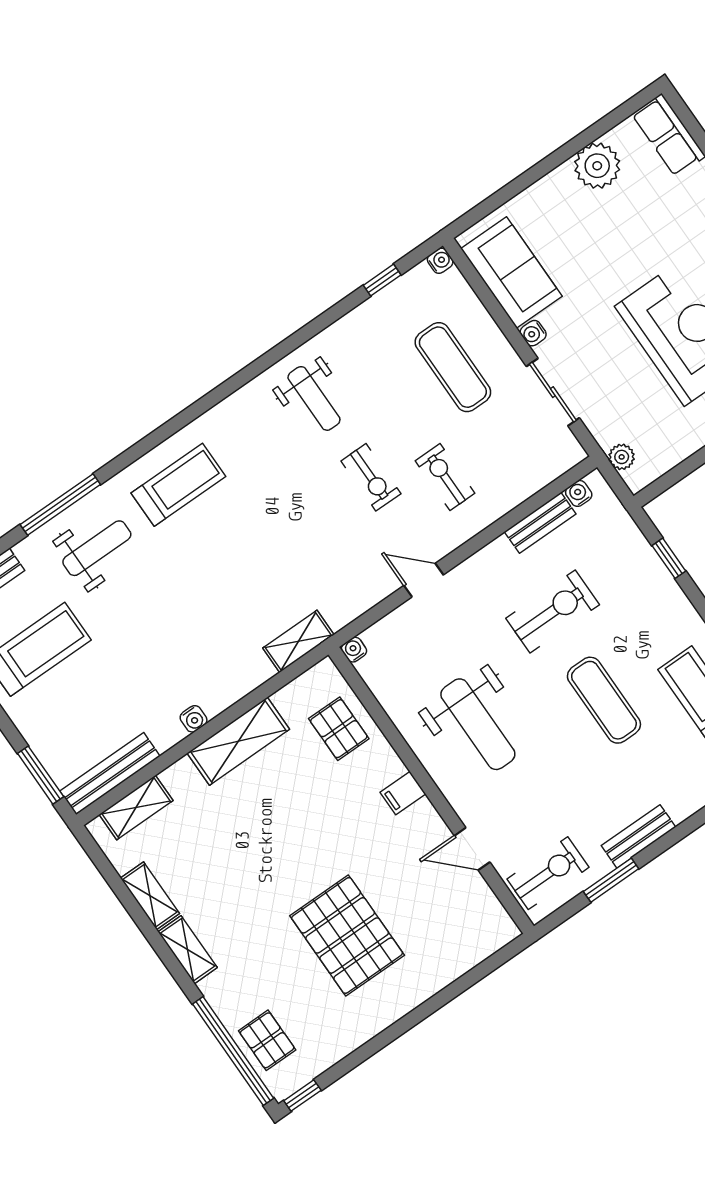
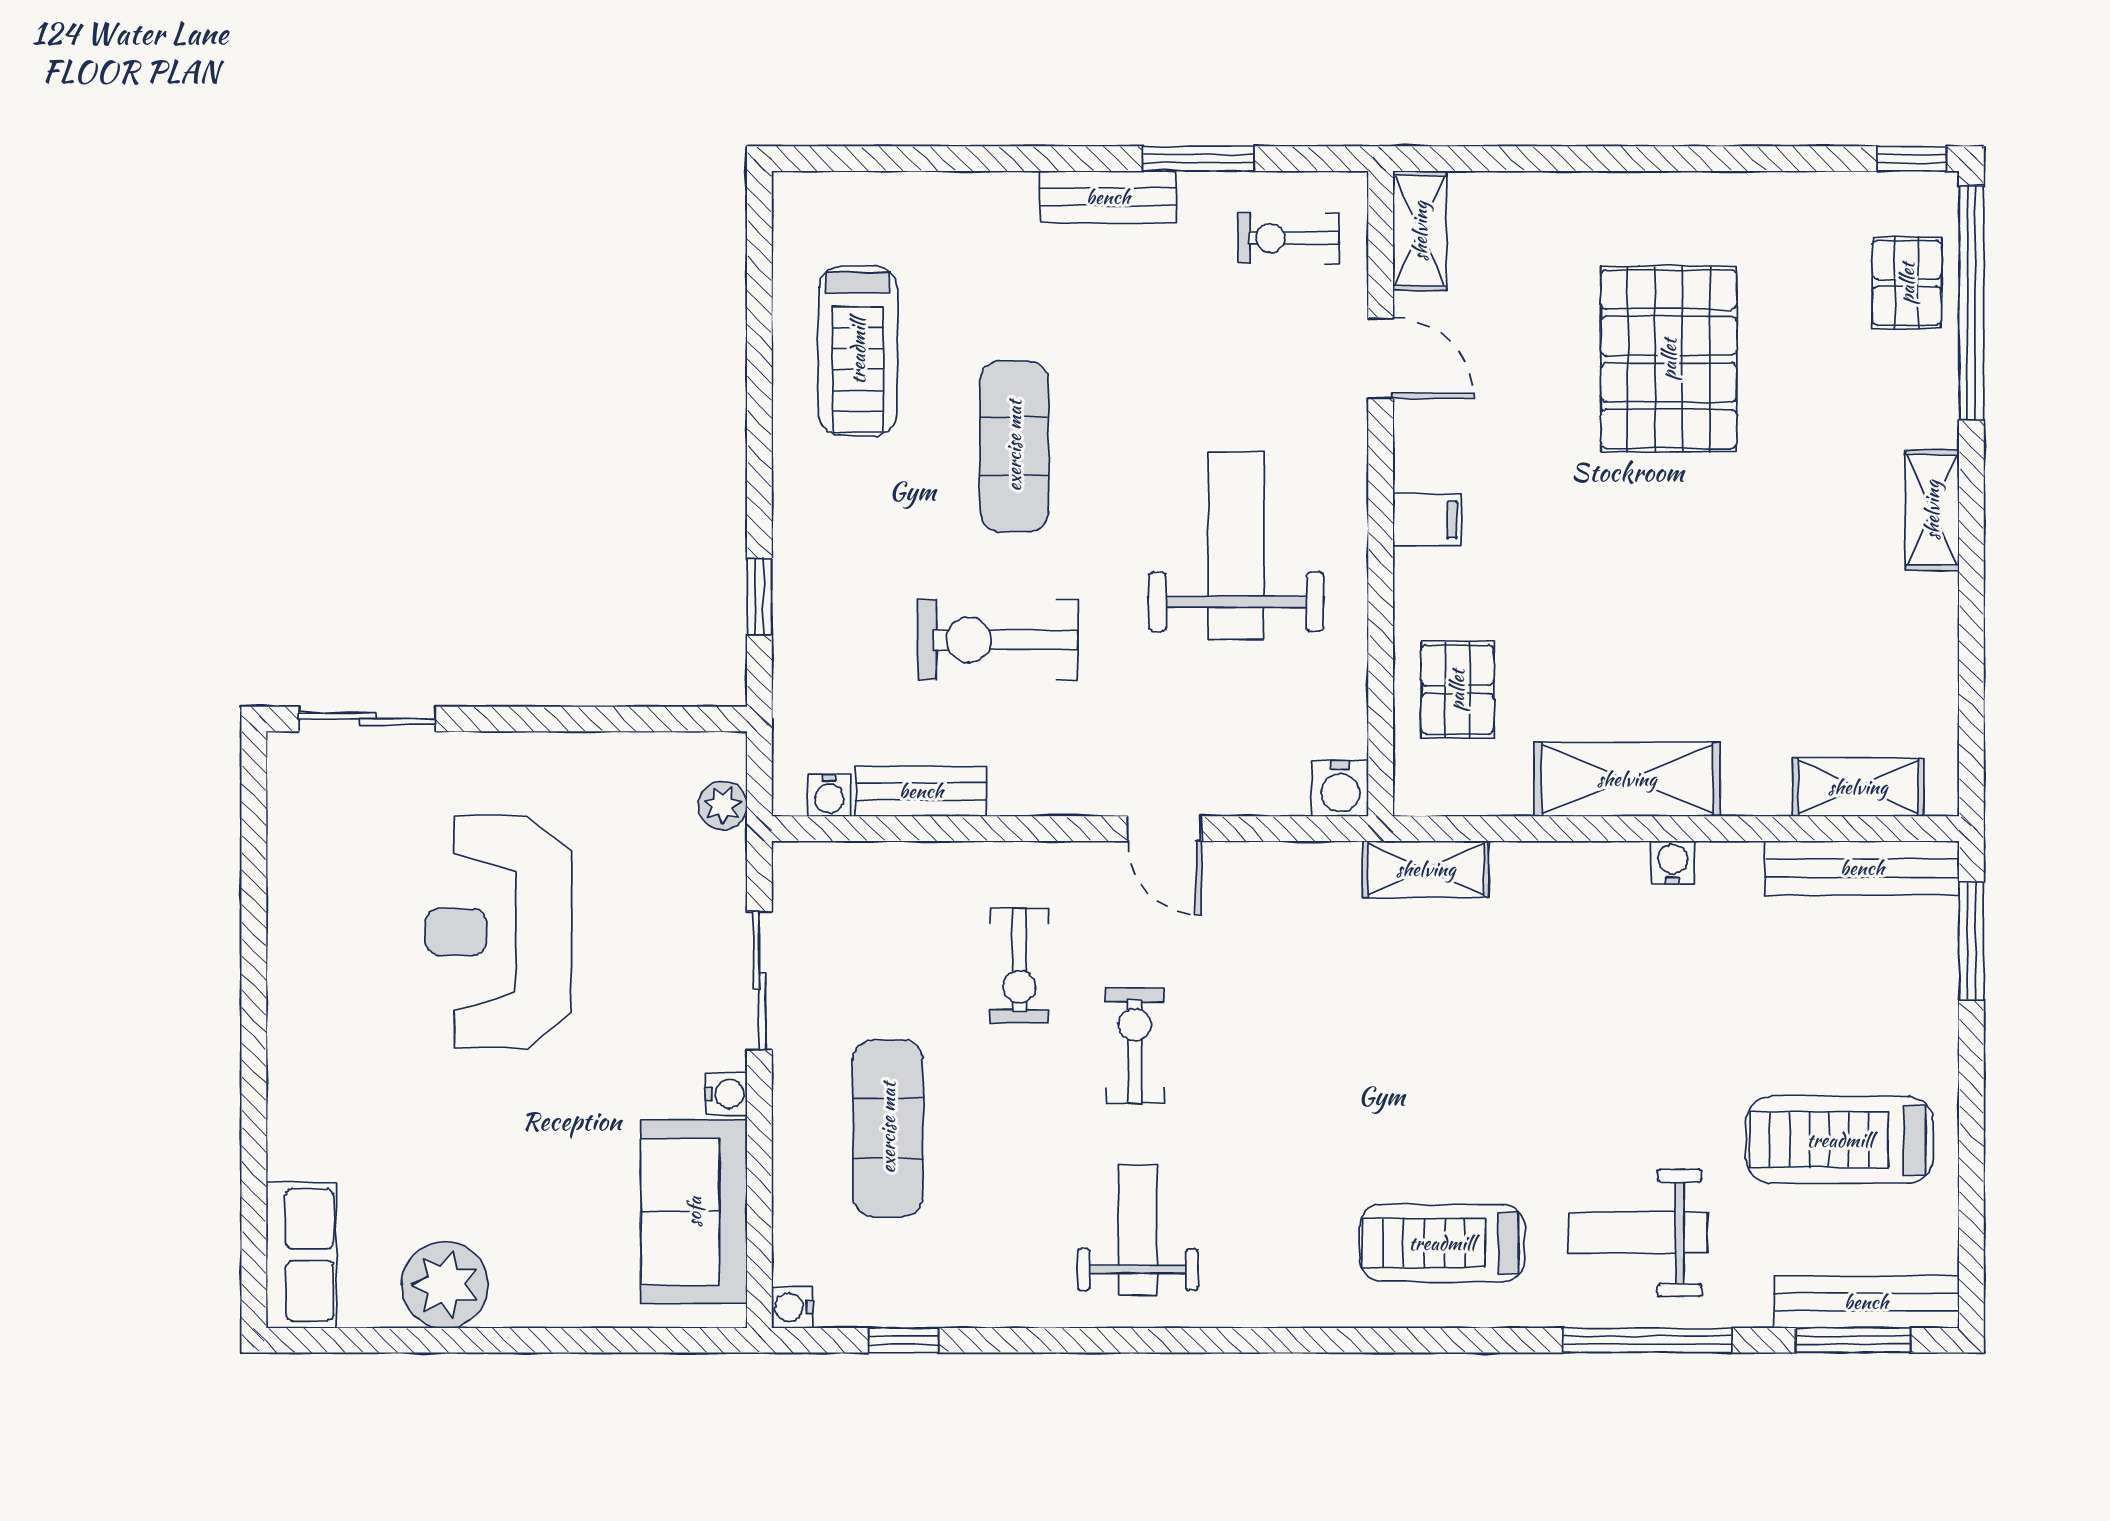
water cooler: (354, 650) -> (1340, 788), width x1.38, depth x1.38
exercise bike: (548, 873) -> (1289, 238), width x0.73, depth x0.72
shelving: (150, 896) -> (1420, 231), moved

